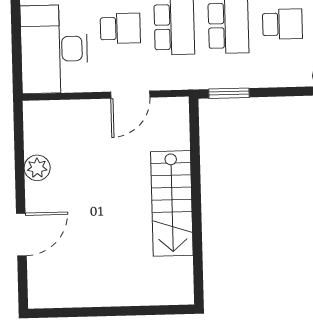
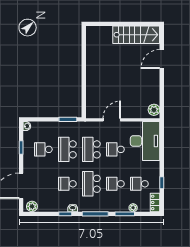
plant: (37, 168) -> (154, 110), moved
stairs: (172, 203) -> (136, 35), moved, turned 90

